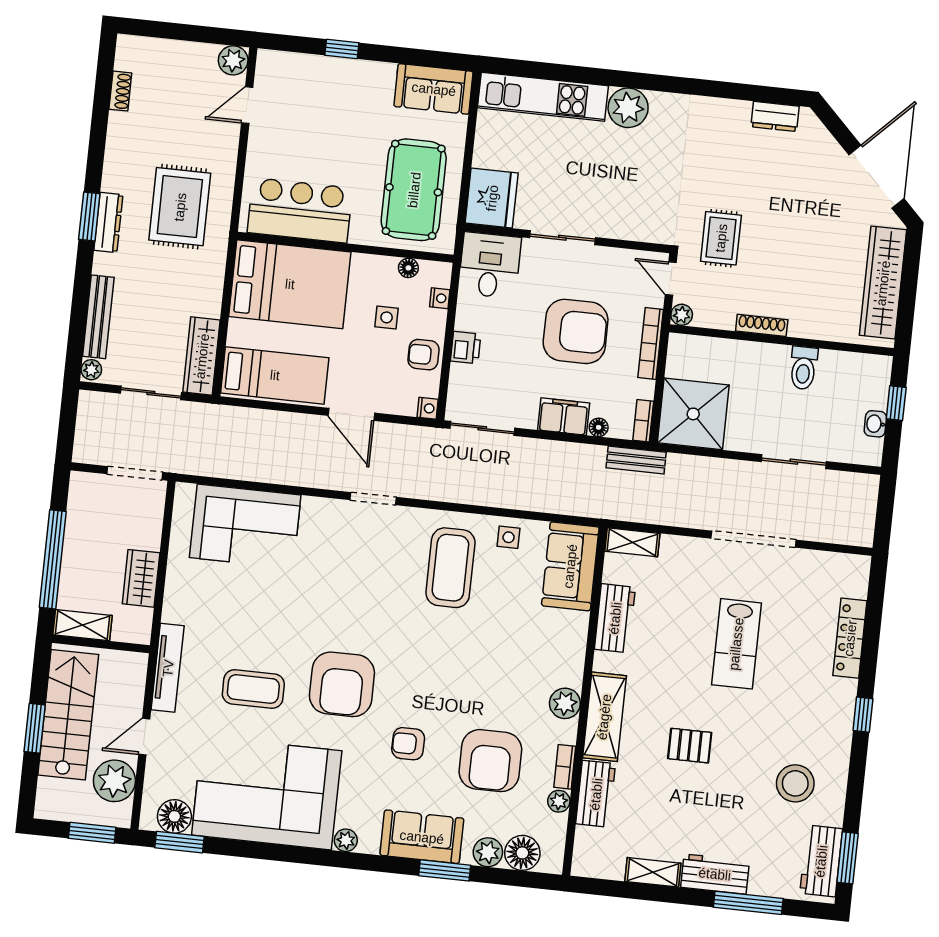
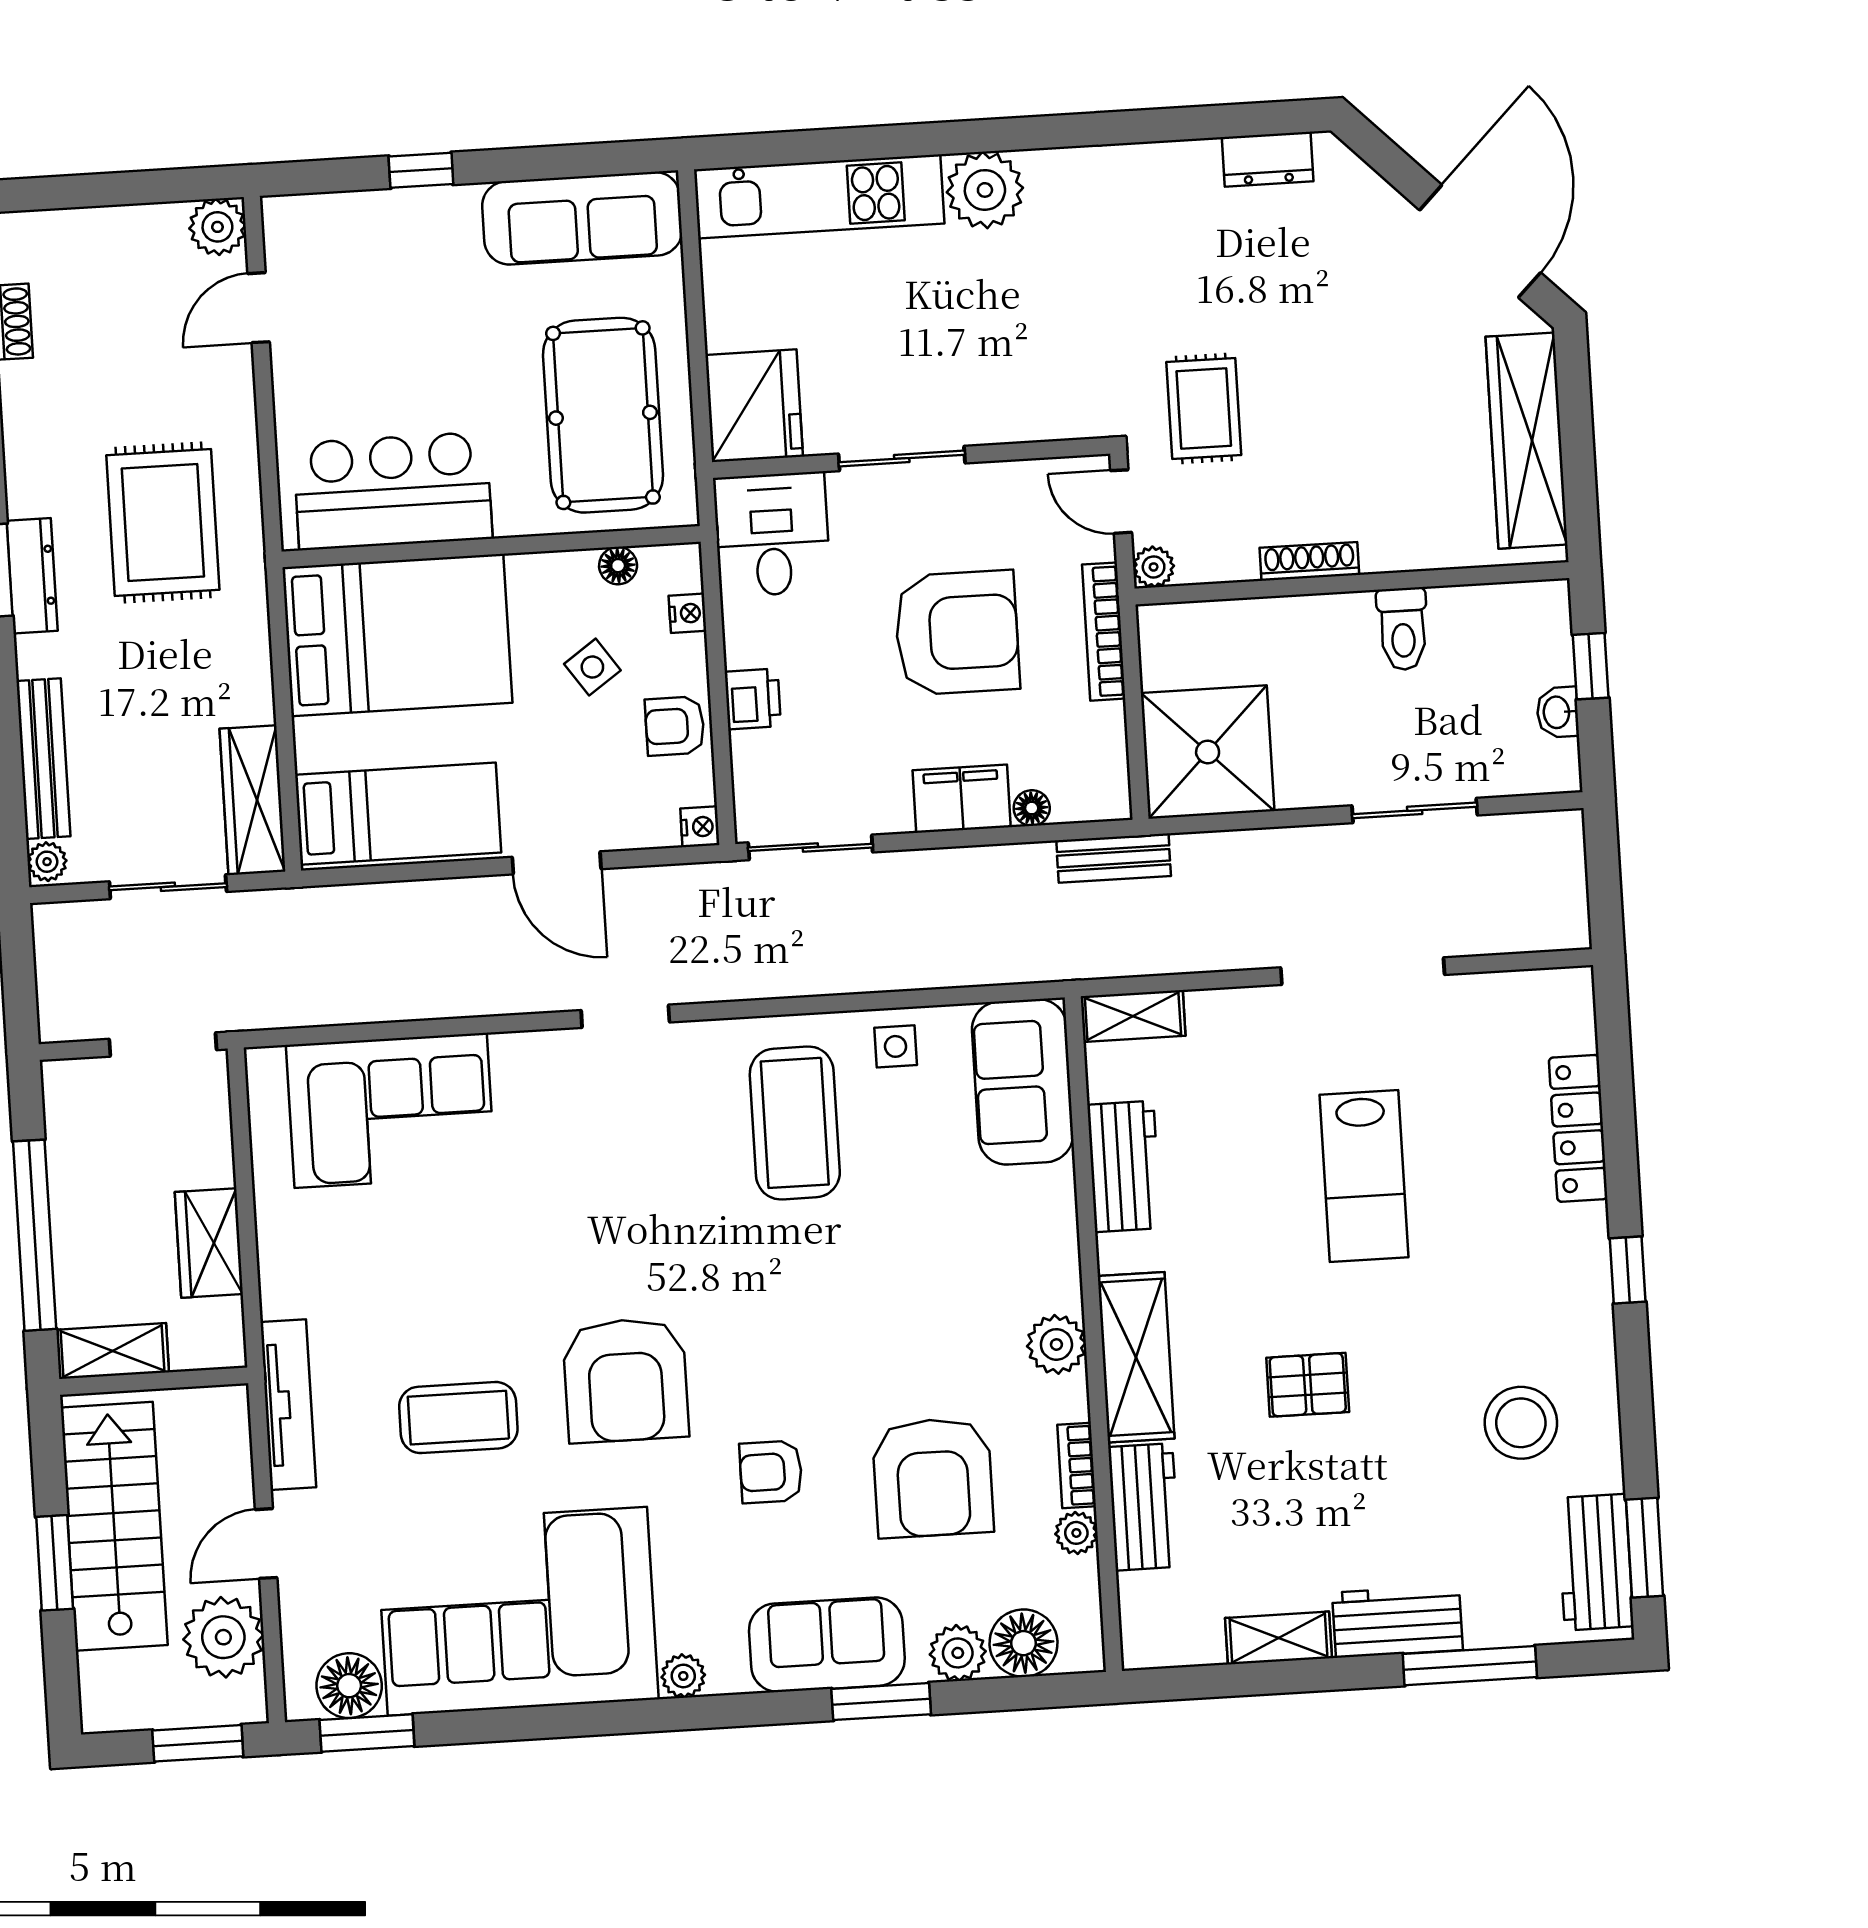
sofa: (434, 89) -> (582, 218), width x1.36
side table: (387, 317) -> (592, 667), turned -35
bookcase: (643, 421) -> (1114, 781), removed

